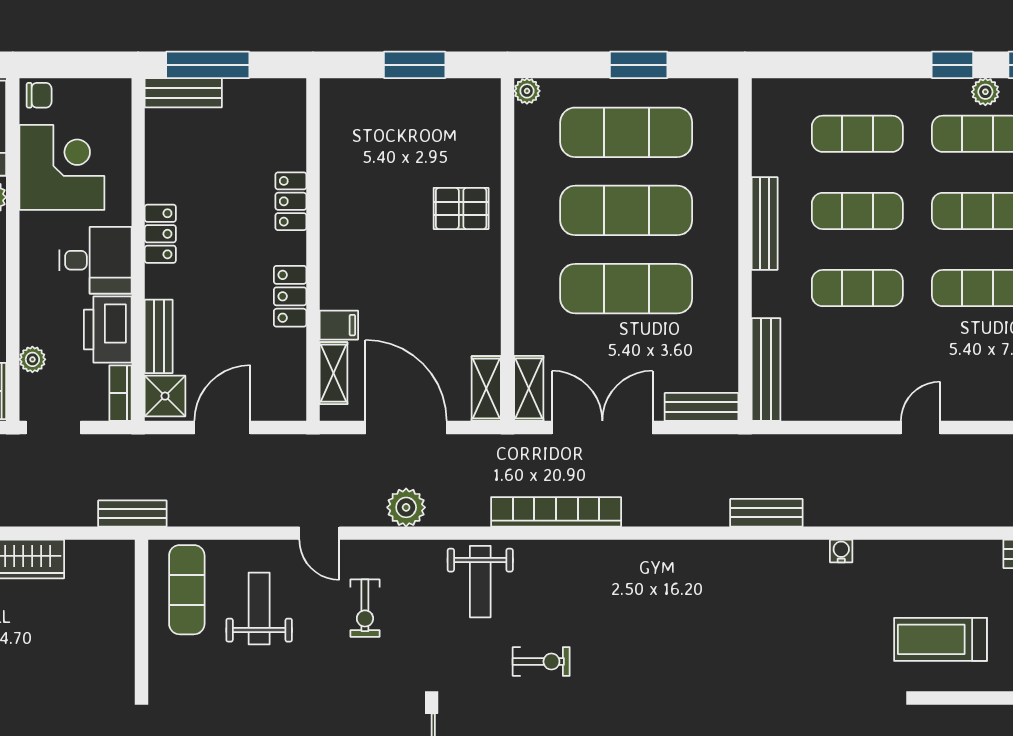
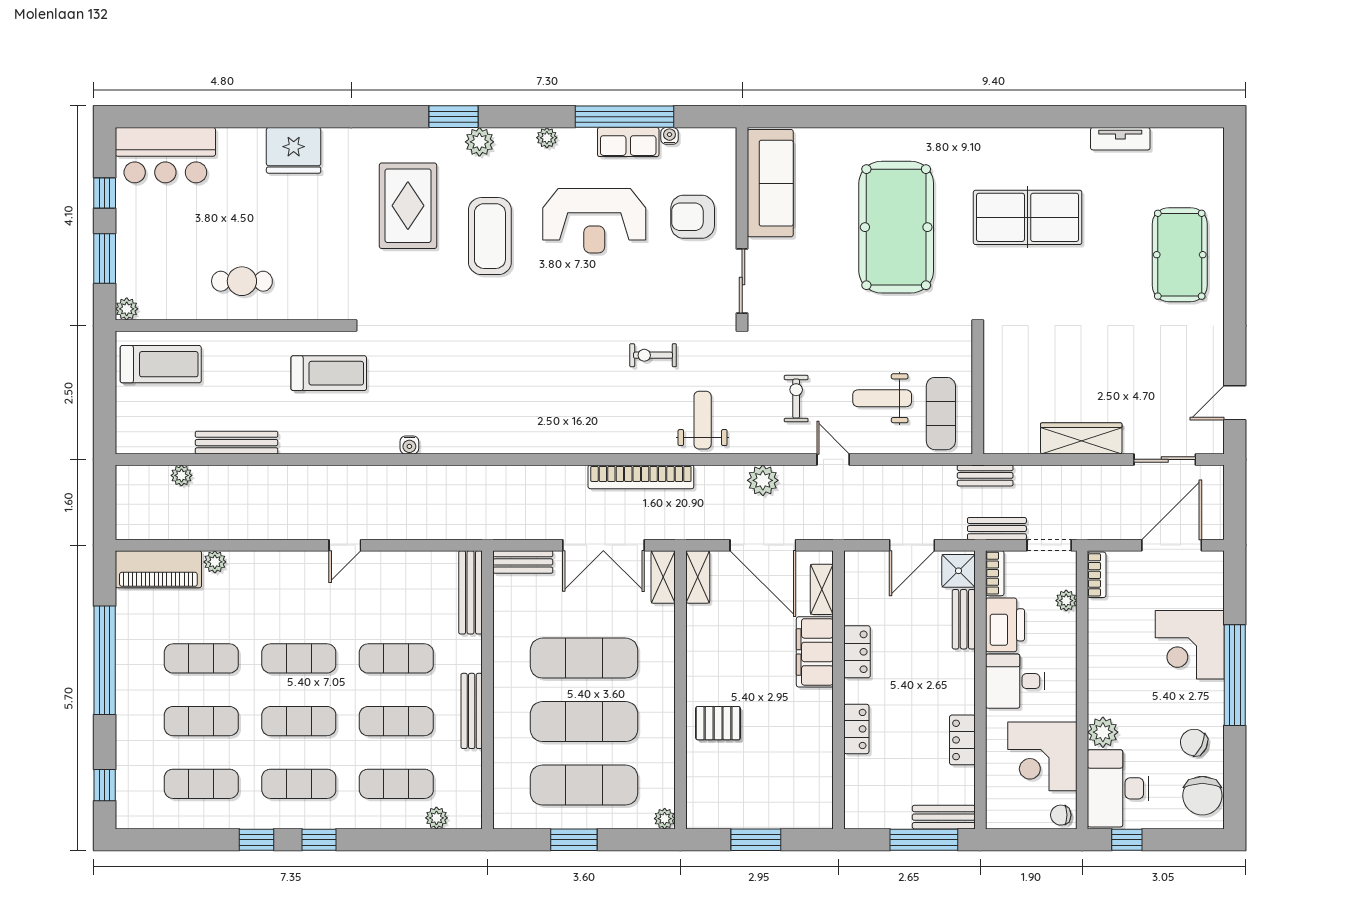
plant: (985, 92) -> (436, 818), moved
locker: (160, 234) -> (962, 740), moved
filing cabinet: (339, 325) -> (815, 652), width x3.00, depth x1.17
bench: (766, 513) -> (997, 529), moved
weight bench: (259, 608) -> (882, 398), turned 90

